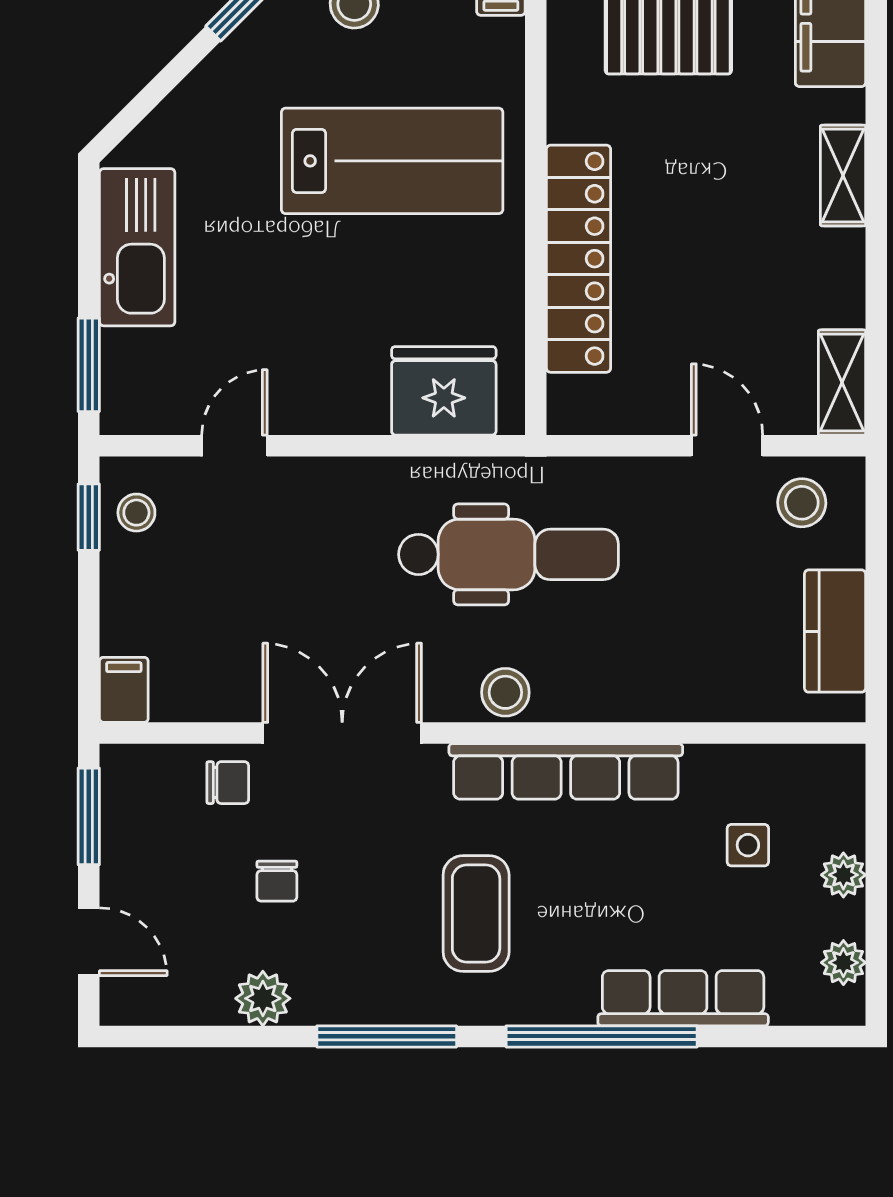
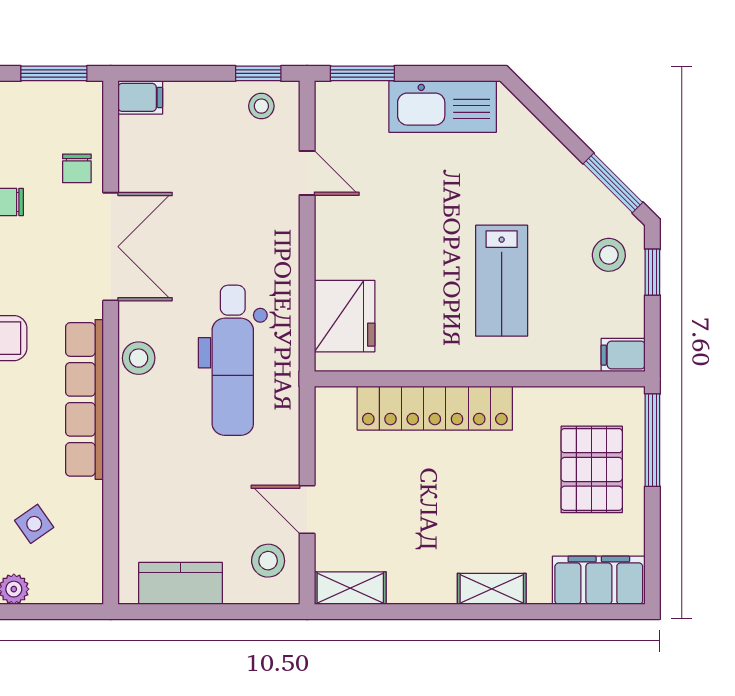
lab bench: (392, 161) -> (502, 281), width x0.73, depth x0.72
door: (727, 446) -> (307, 510), swing flipped
side table: (748, 845) -> (34, 524), turned -35

